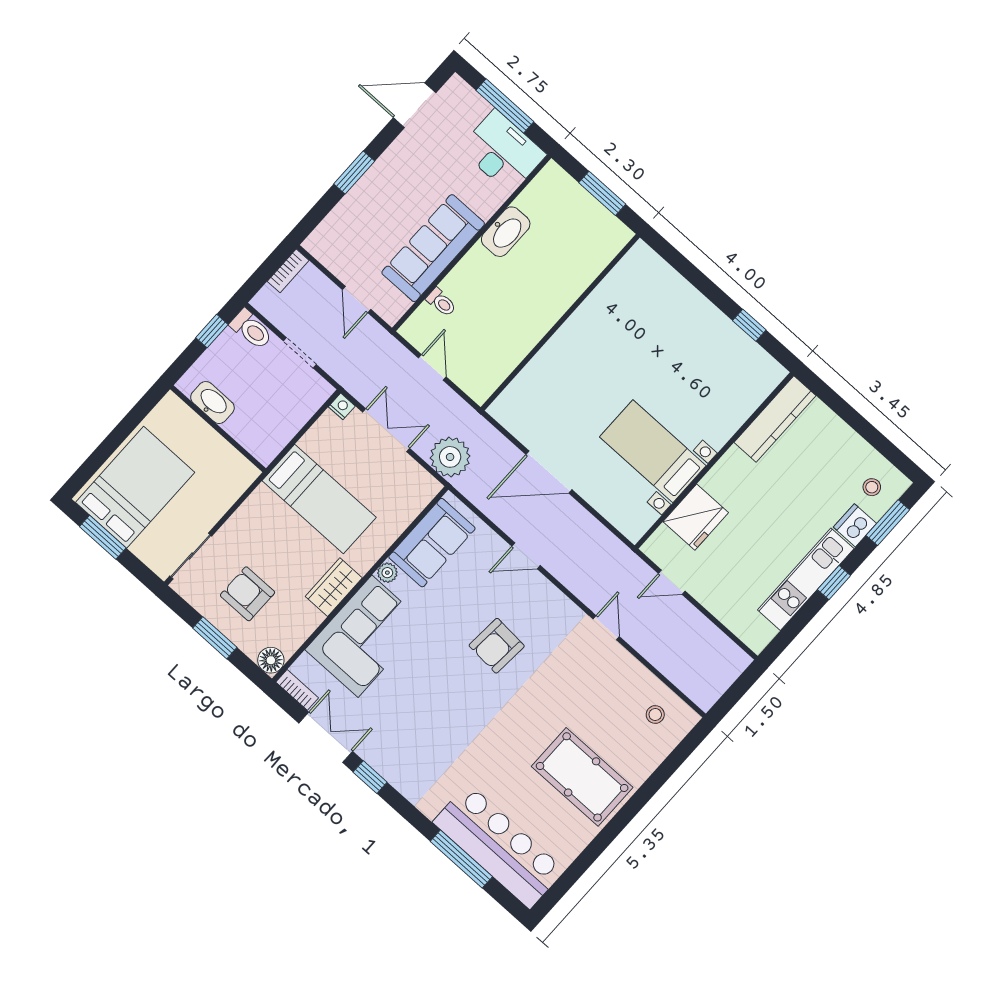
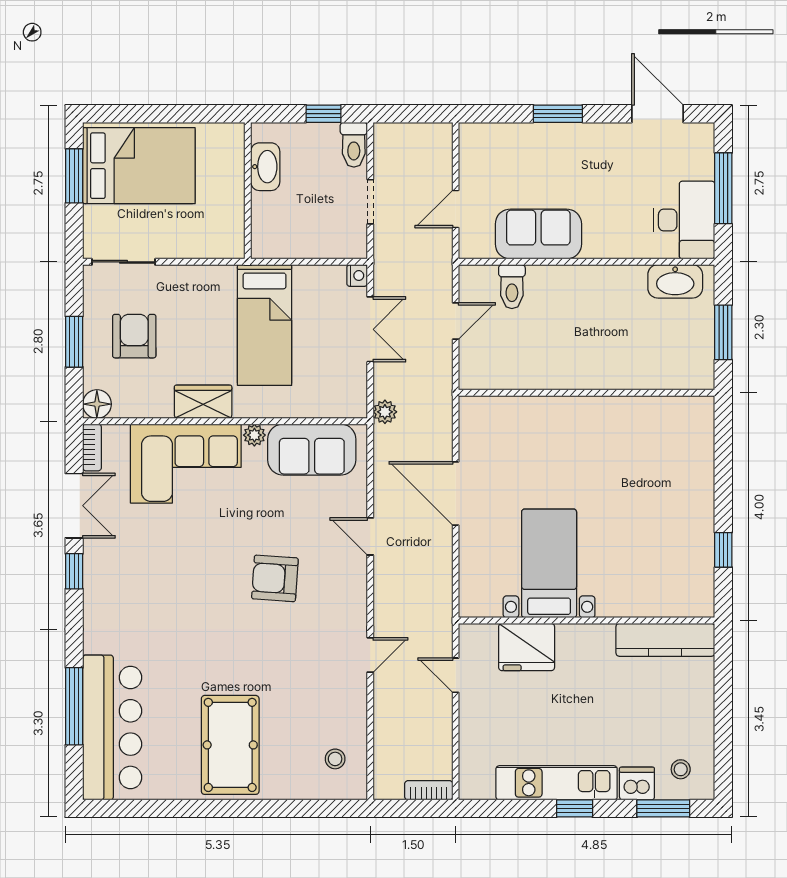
washbasin: (506, 232) -> (675, 281), moved
sofa: (433, 248) -> (538, 234), width x0.73
bookcase: (288, 271) -> (429, 790), moved, turned 180
toilet: (441, 302) -> (512, 287), width x1.37, depth x1.39
plant: (450, 457) -> (385, 412), width x0.53, depth x0.53

